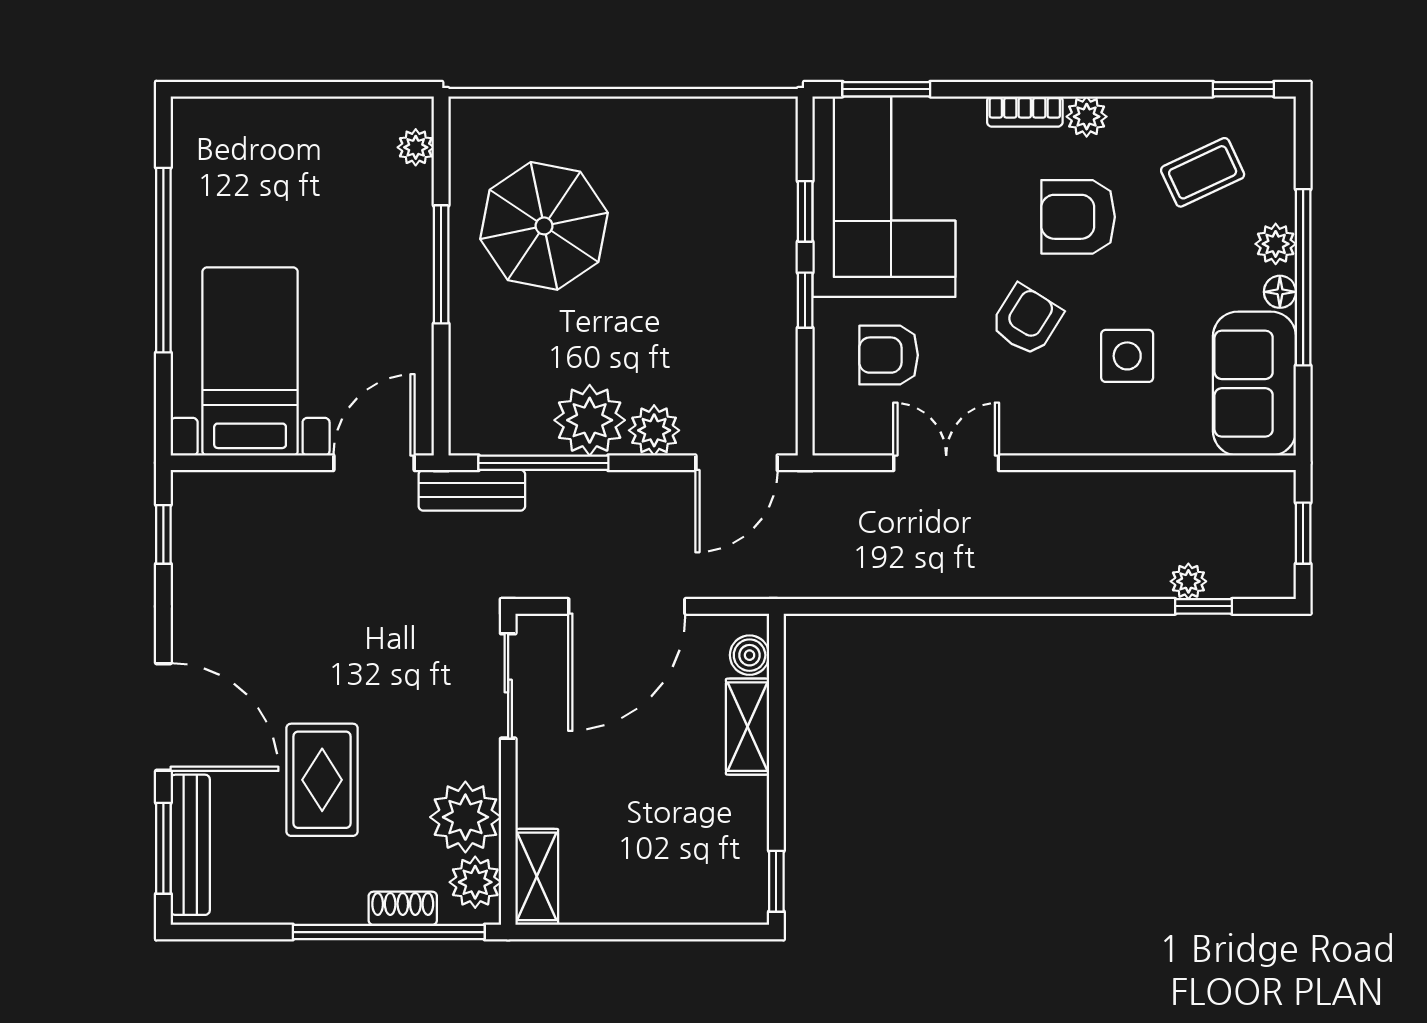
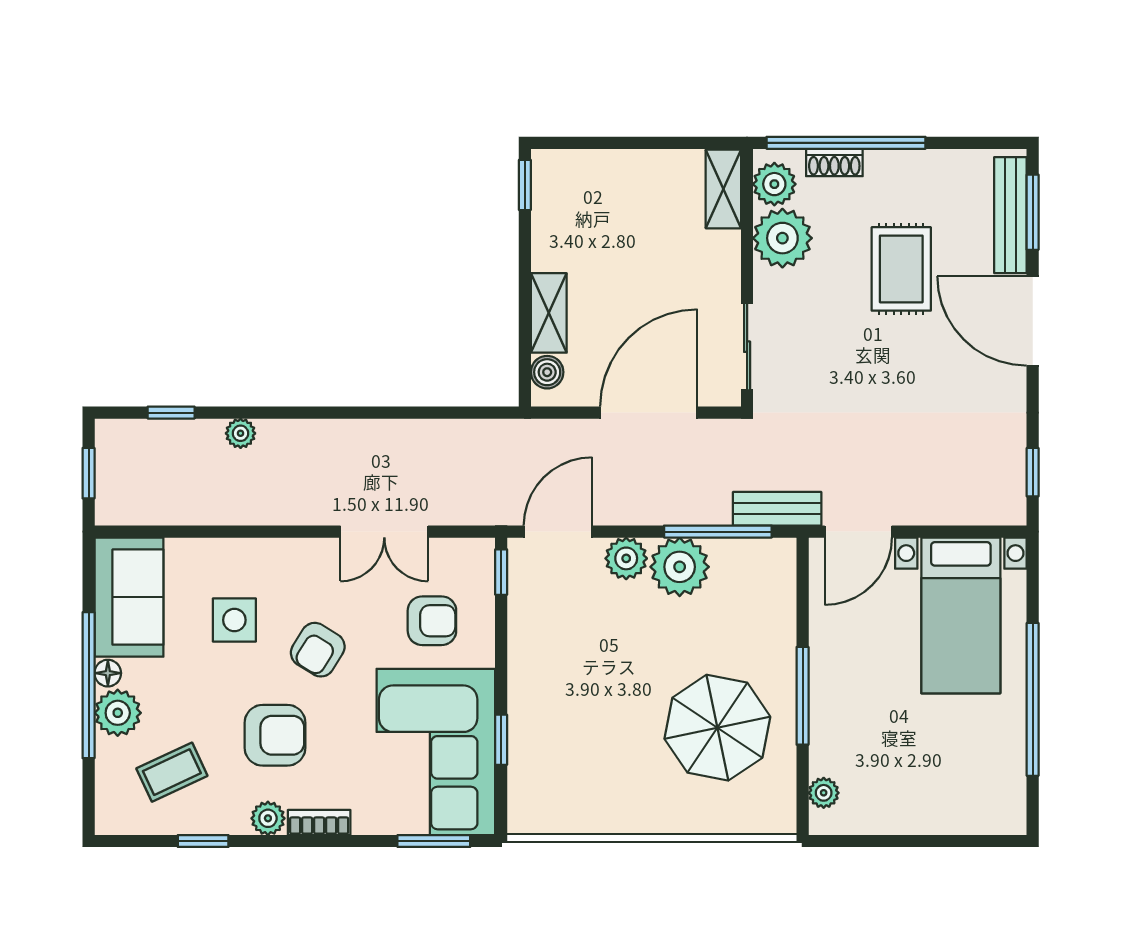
window: (1243, 89) -> (203, 841), moved
plant: (1276, 244) -> (118, 713), width x1.38, depth x1.38
window: (805, 300) -> (501, 572), moved
plant: (1188, 581) -> (241, 433), moved

